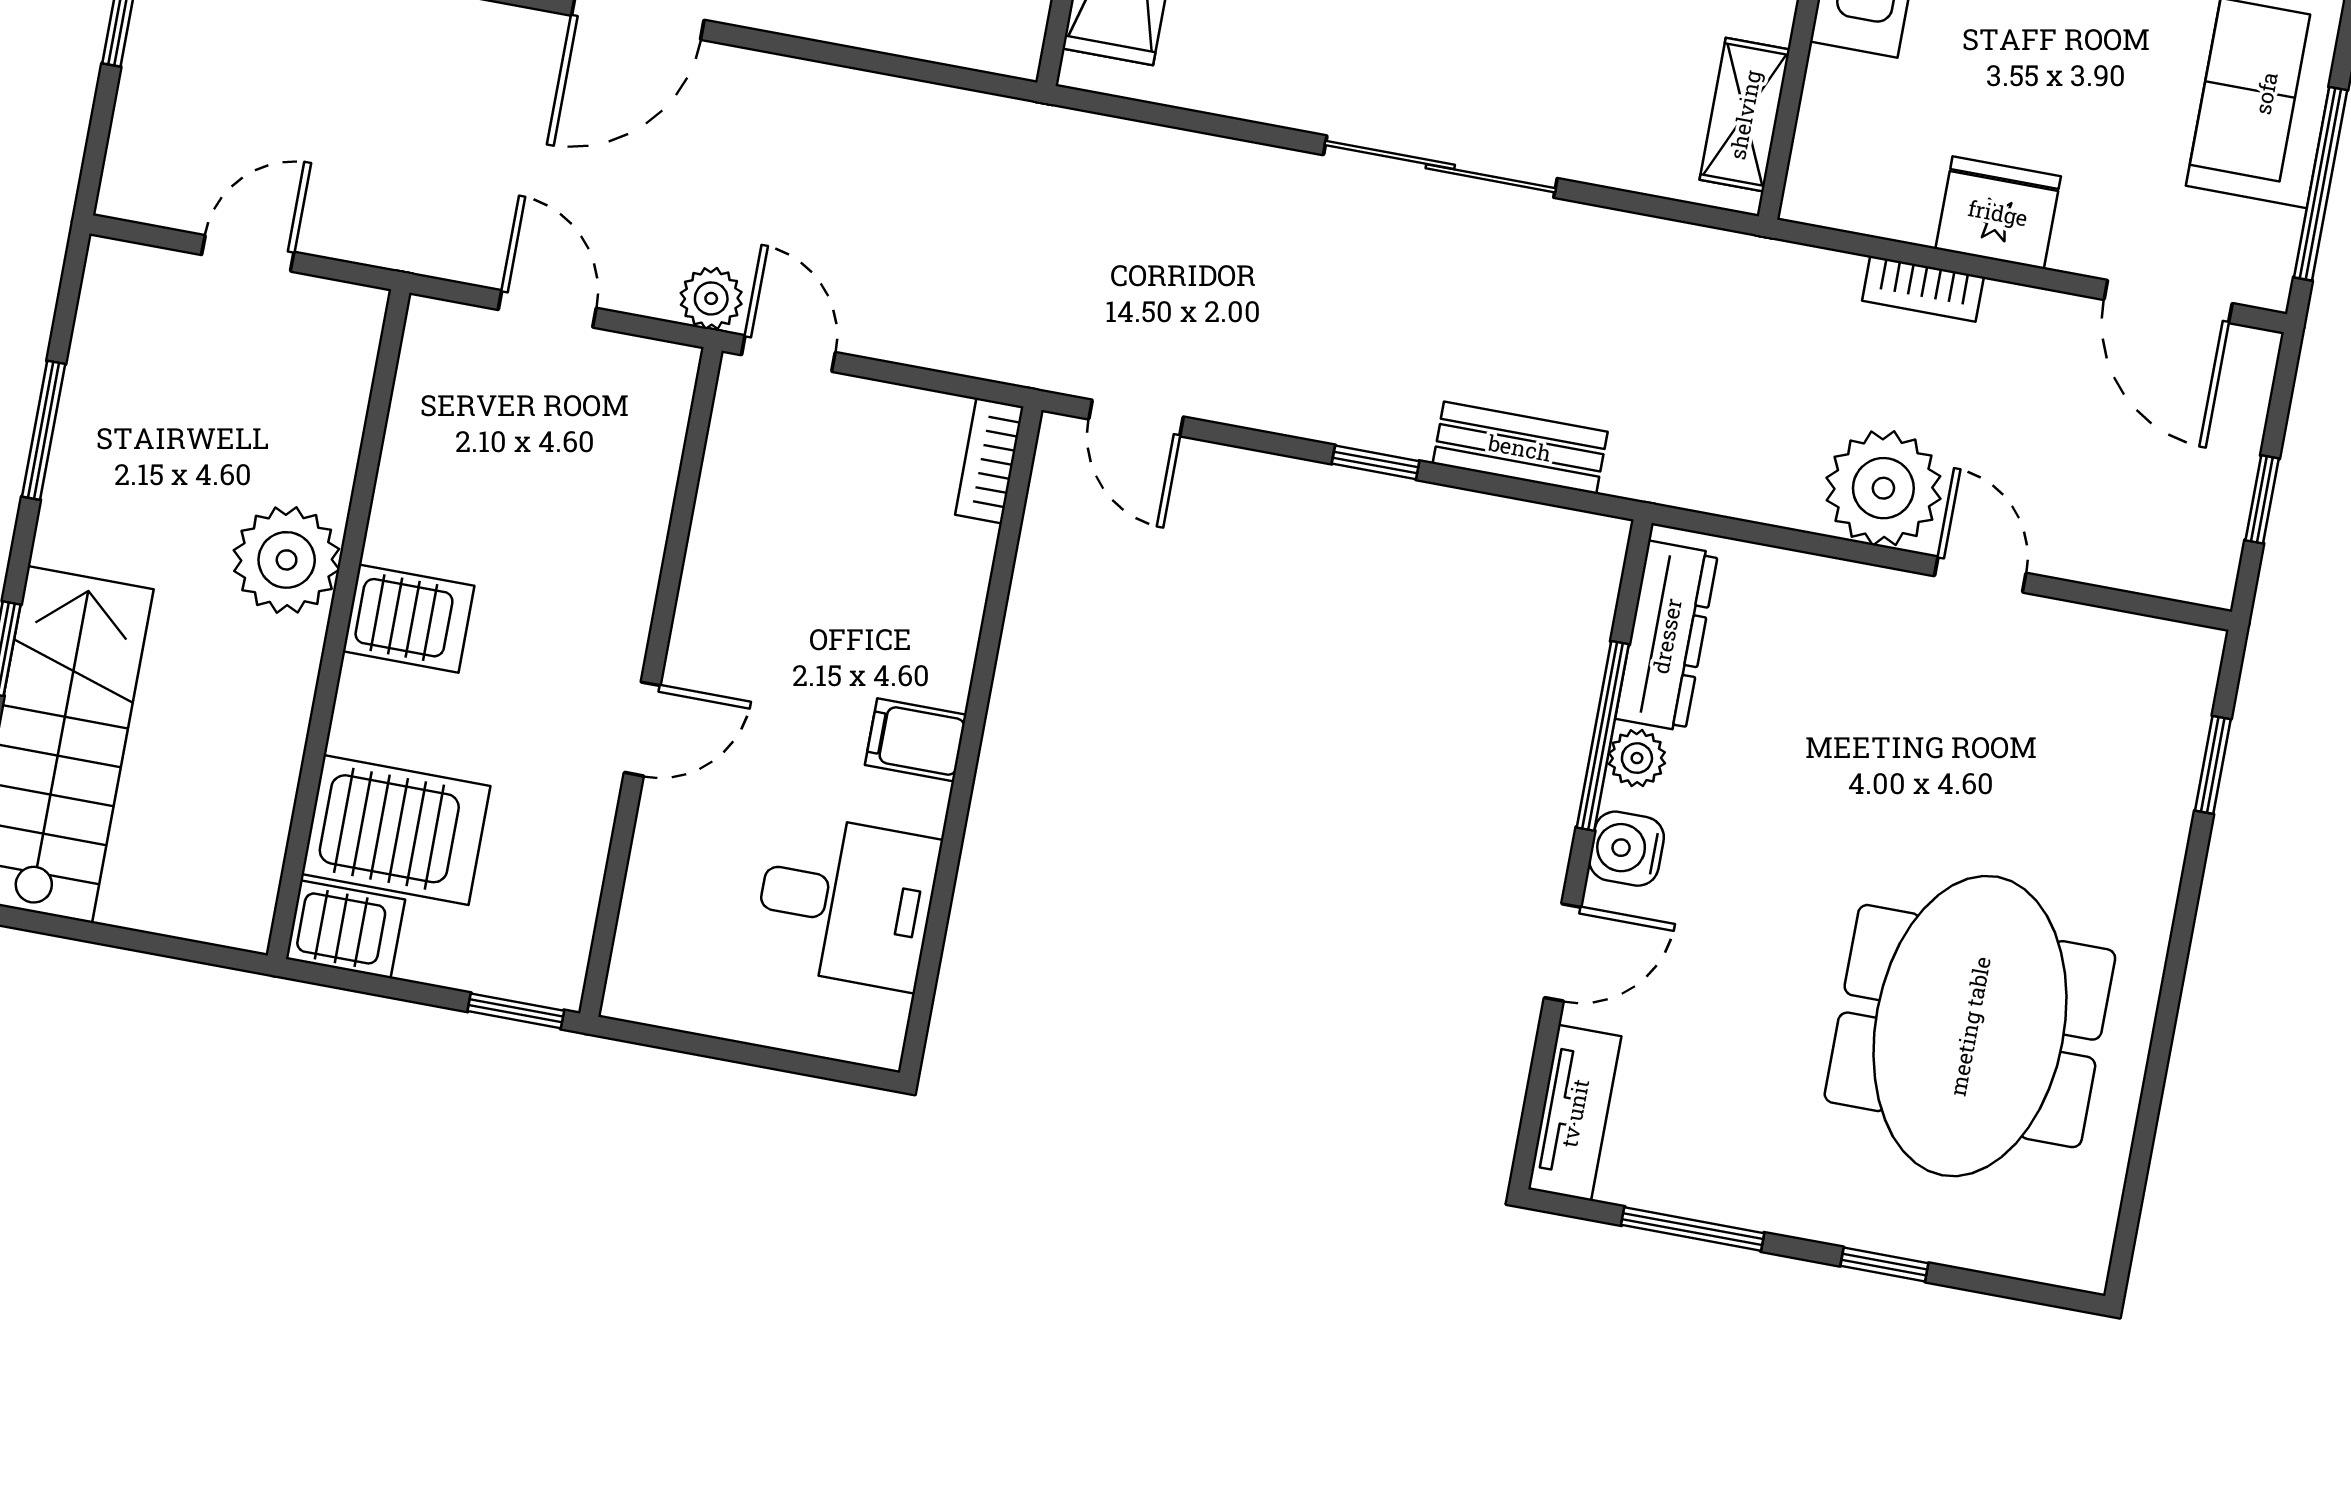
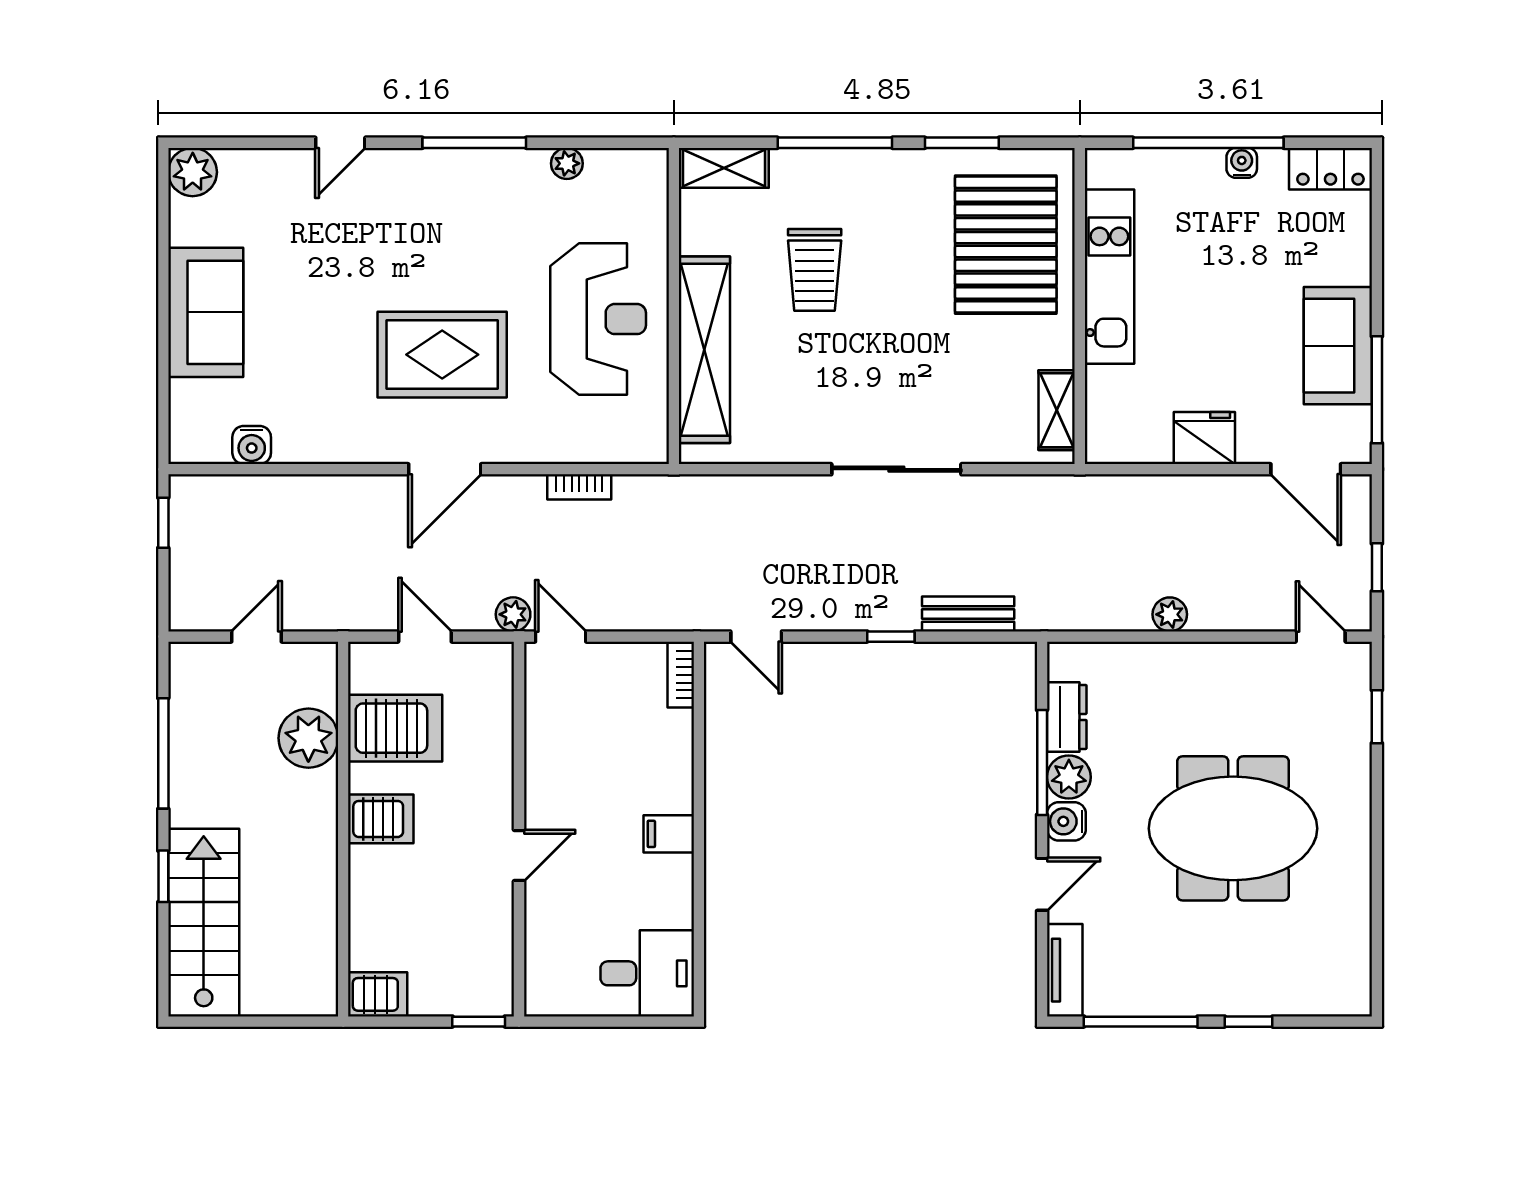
bookcase: (1923, 289) -> (579, 487), moved
window: (44, 430) -> (163, 753), width x1.44
plant: (1883, 488) -> (1170, 614), width x0.53, depth x0.53
plant: (287, 560) -> (308, 738), moved
door: (1980, 574) -> (1321, 637), moved
dresser: (1667, 636) -> (1067, 717), width x0.70
plant: (1637, 758) -> (1069, 777), width x1.38, depth x1.38
server rack: (396, 830) -> (395, 728), moved
desk: (846, 902) -> (647, 973), moved
meeting table: (1970, 1026) -> (1233, 828), moved, turned 90
window: (1693, 1229) -> (1141, 1022), width x1.44

